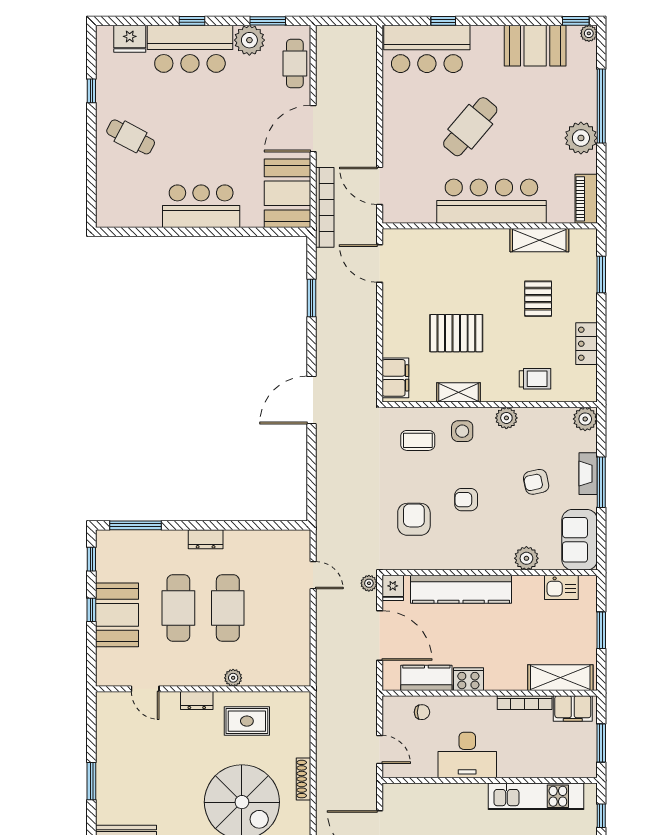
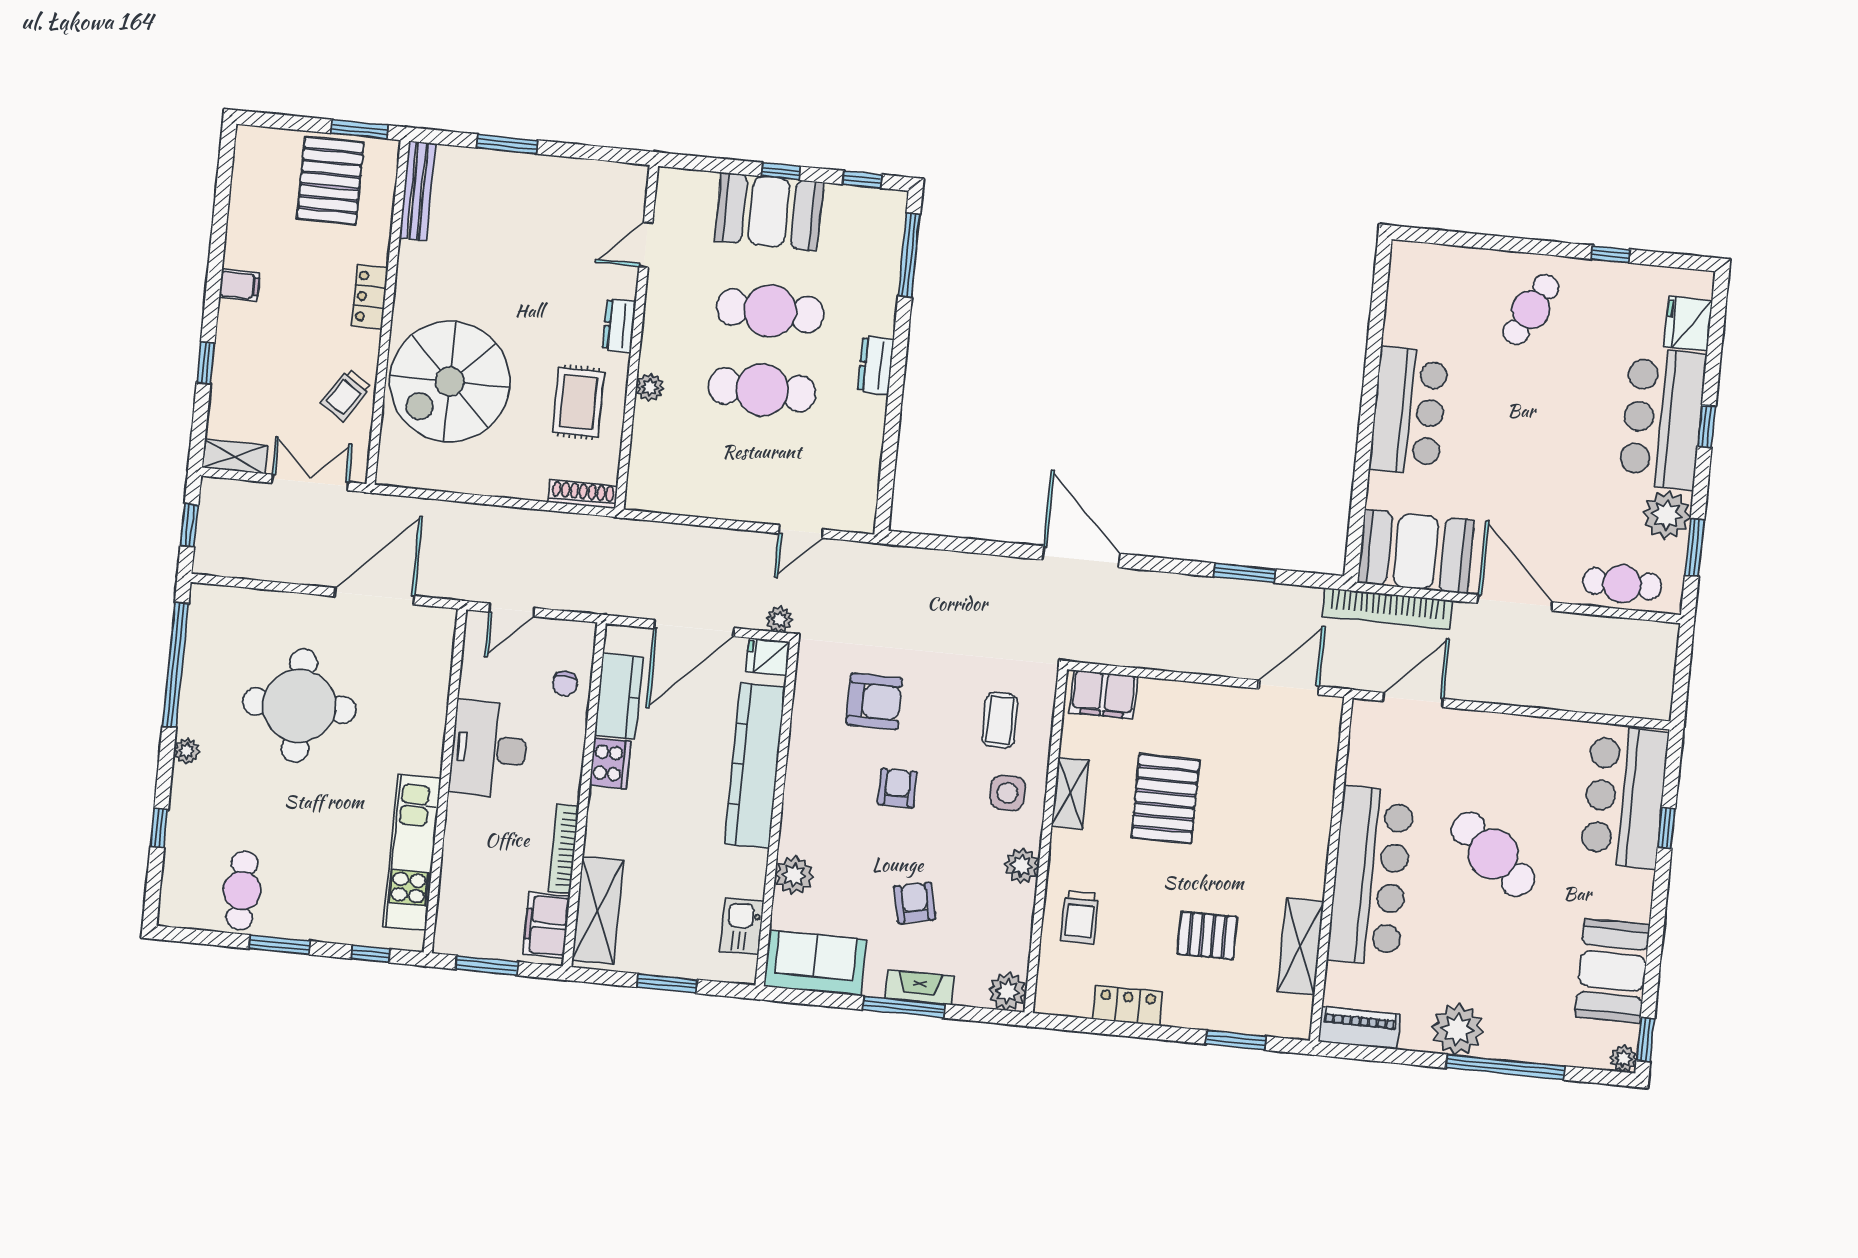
shoe rack: (303, 779) -> (583, 494), moved

